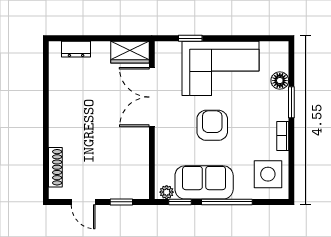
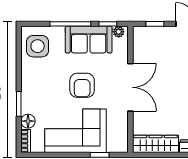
wardrobe: (130, 52) -> (155, 144), width x1.50
double door: (152, 97) -> (130, 87), moved
bookcase: (283, 136) -> (26, 141), moved

